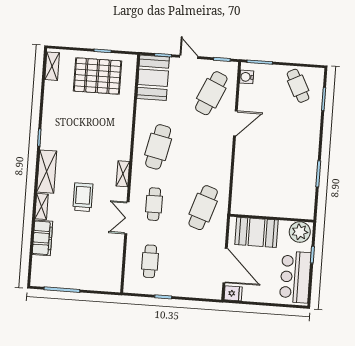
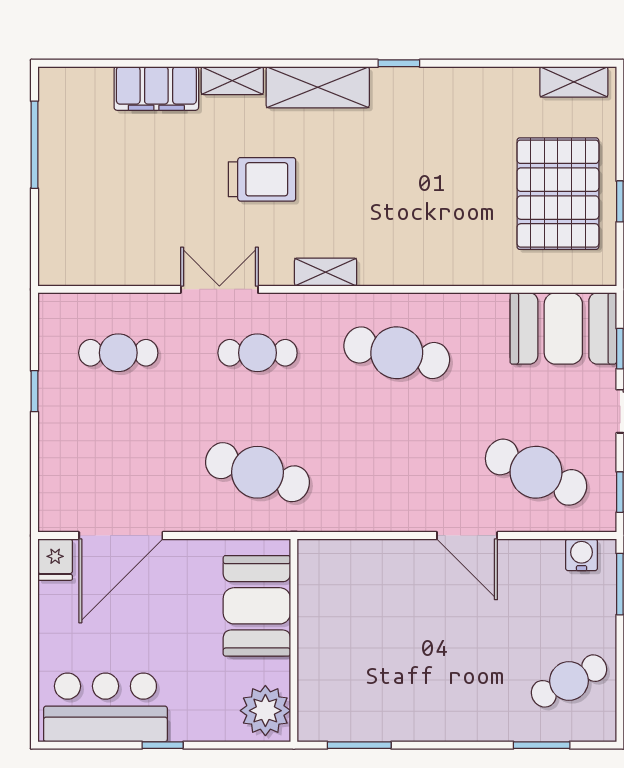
wall: (272, 218) -> (294, 640), moved
booth: (257, 232) -> (257, 606), moved
plant: (300, 232) -> (265, 711), moved

